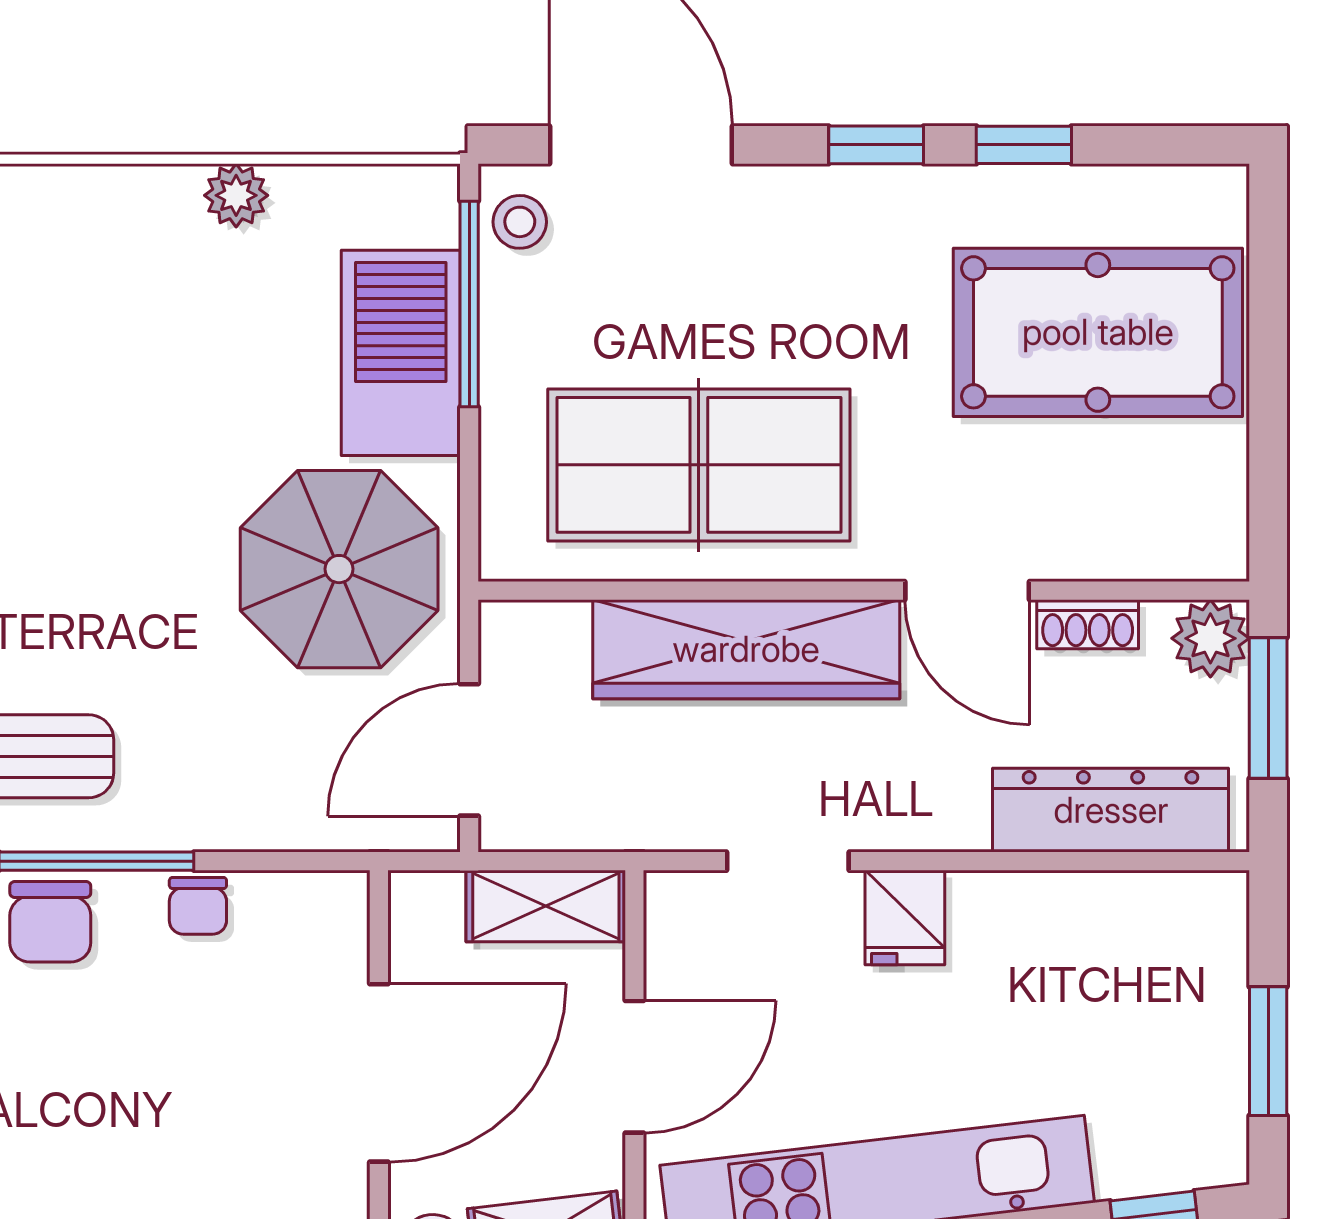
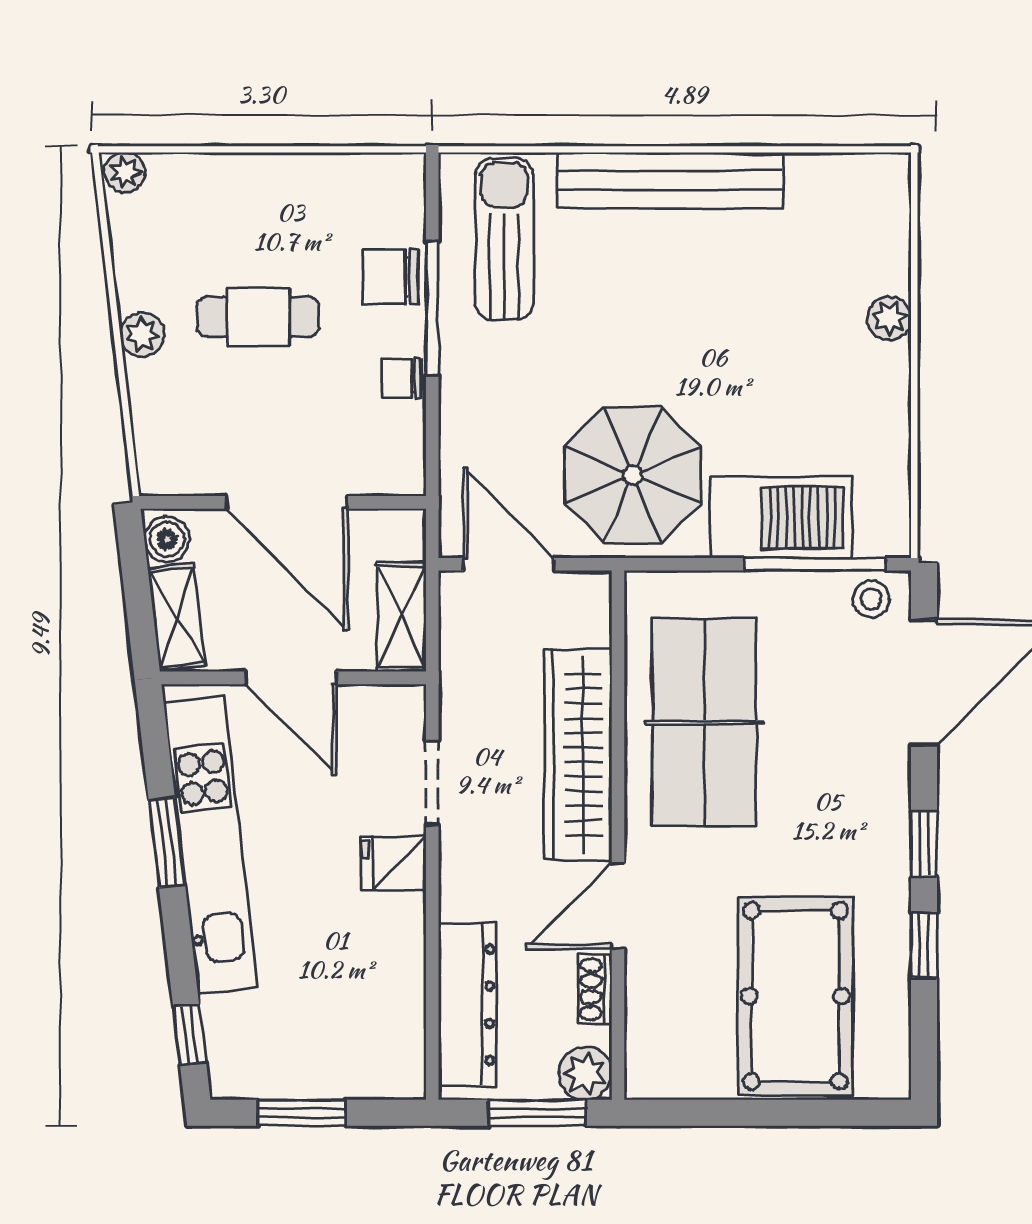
plant: (236, 195) -> (889, 318), moved
cafe table: (109, 1115) -> (258, 317), added

